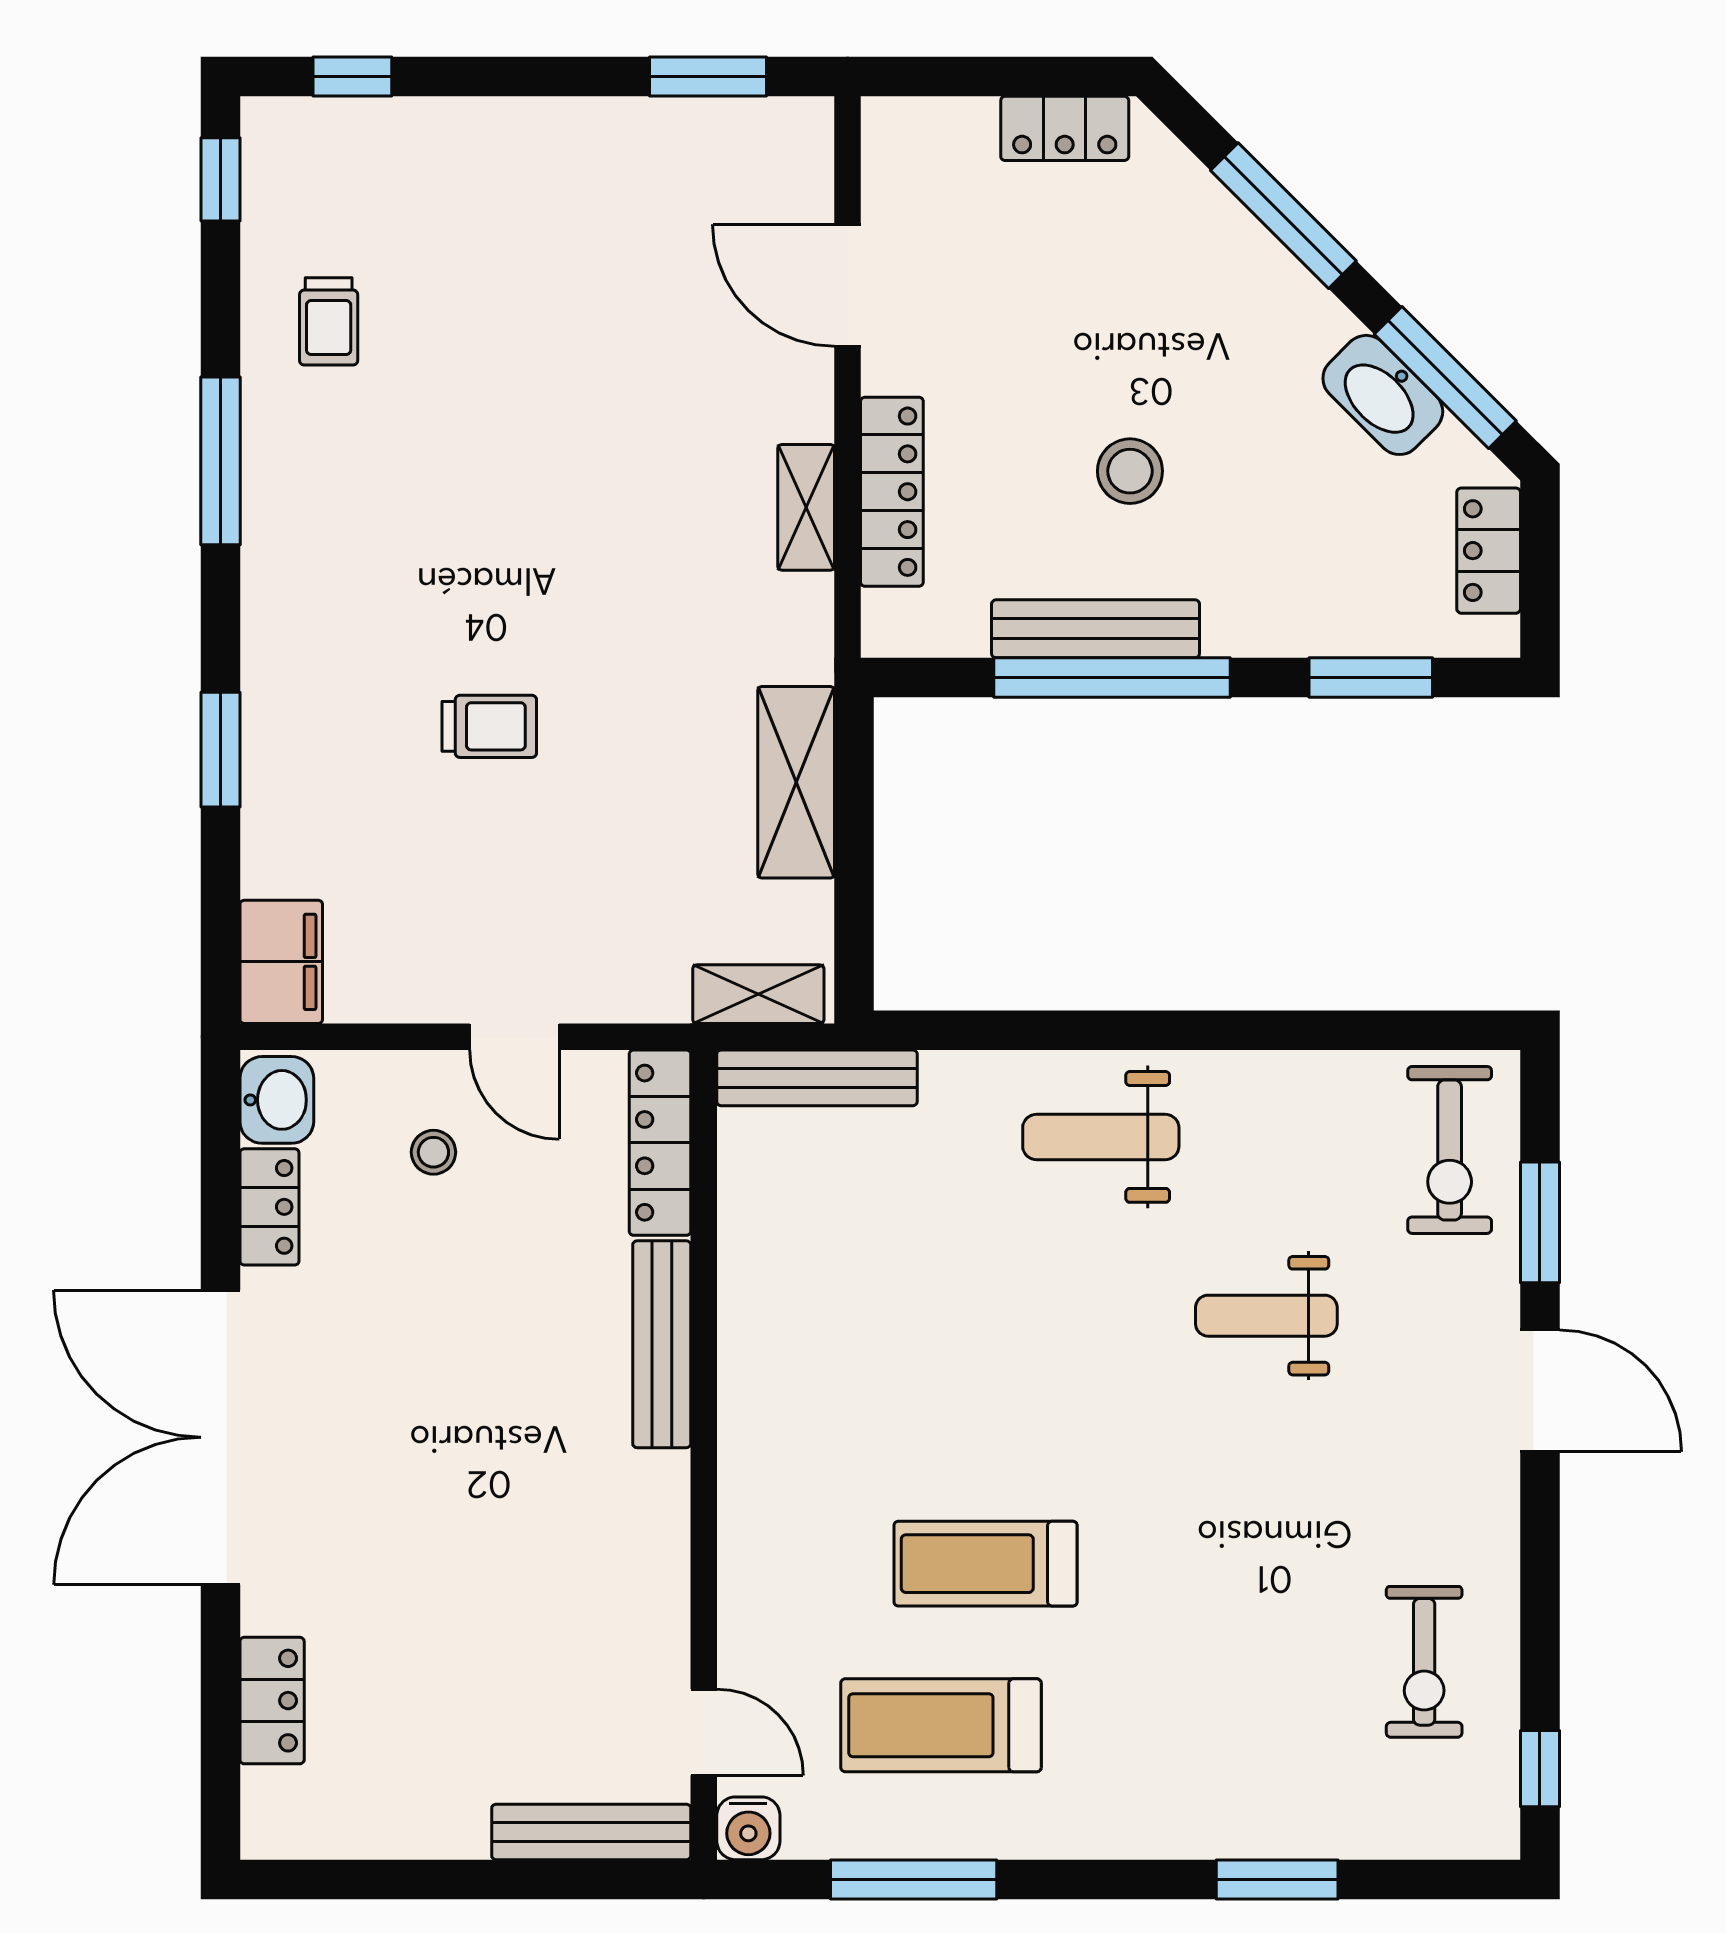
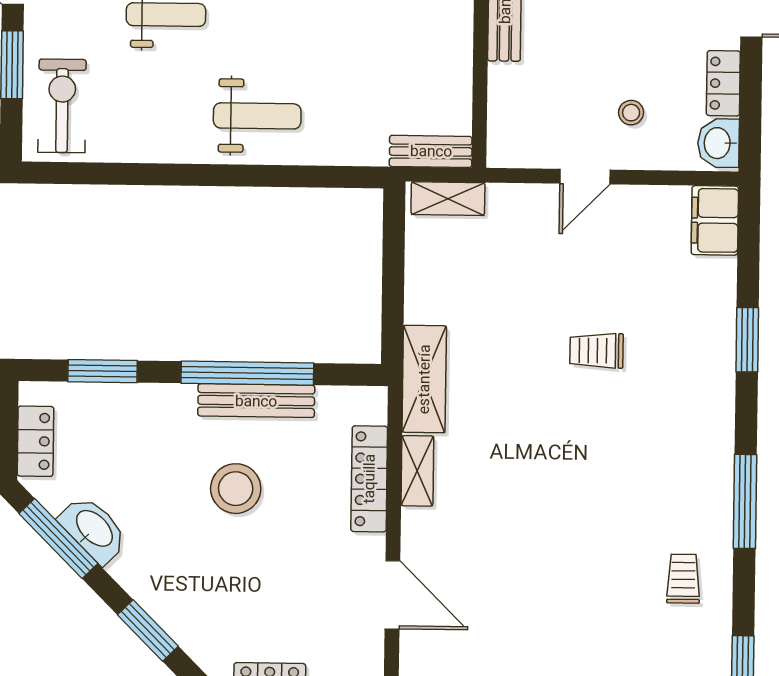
window: (1283, 216) -> (148, 630), width x0.69
stool: (1130, 471) -> (236, 489), width x1.38, depth x1.38
shelving: (796, 782) -> (424, 379), moved
door: (514, 1037) -> (585, 177), swing flipped
bench: (817, 1078) -> (431, 151), width x0.73
locker: (660, 1143) -> (504, 116), removed

